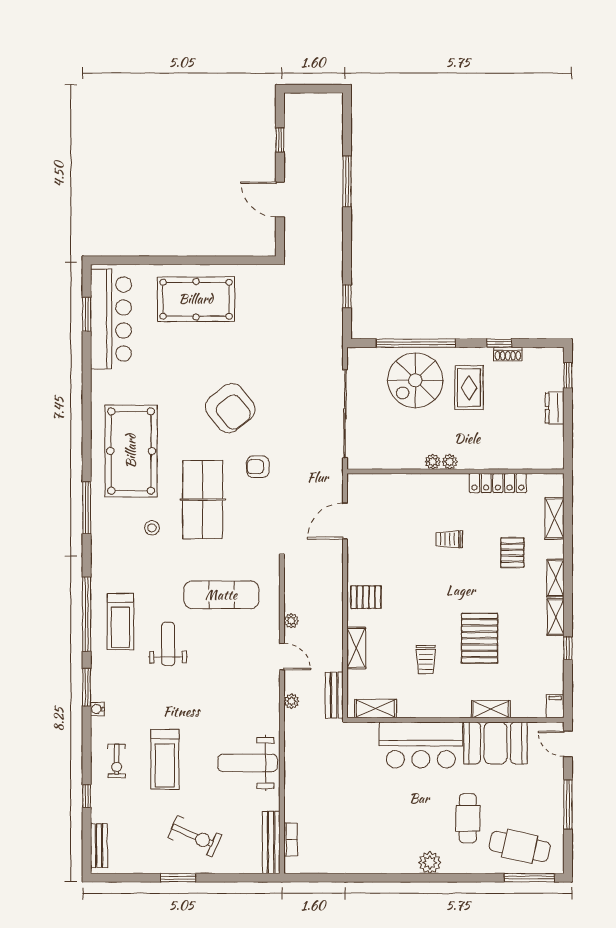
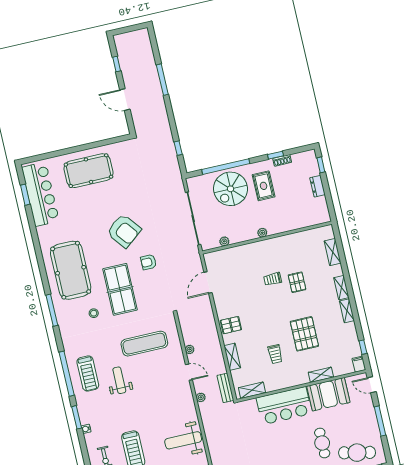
plant: (433, 462) -> (224, 241), moved
locker: (498, 483) -> (294, 239), removed
pallet: (512, 553) -> (297, 282), moved
window: (568, 648) -> (363, 347), moved

